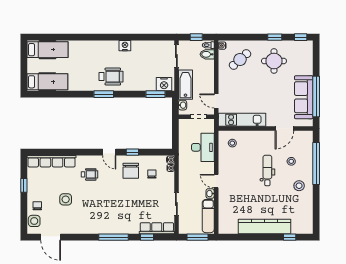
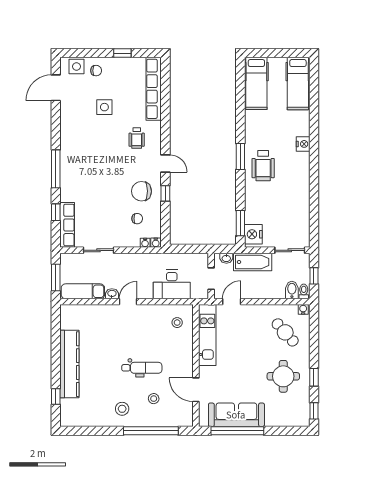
nightstand: (125, 46) -> (303, 144), moved
door: (109, 152) -> (165, 164), swing flipped

